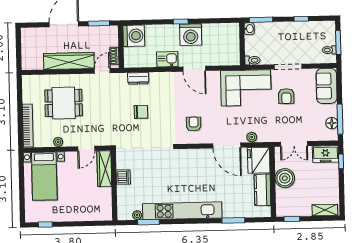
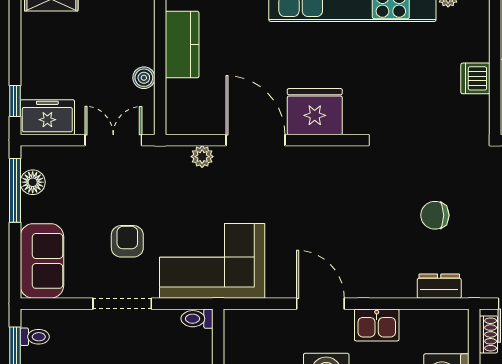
armchair: (194, 124) -> (324, 187), removed
fridge: (259, 160) -> (315, 112), moved, turned -90
boiler: (285, 178) -> (144, 78), width x0.54, depth x0.54

